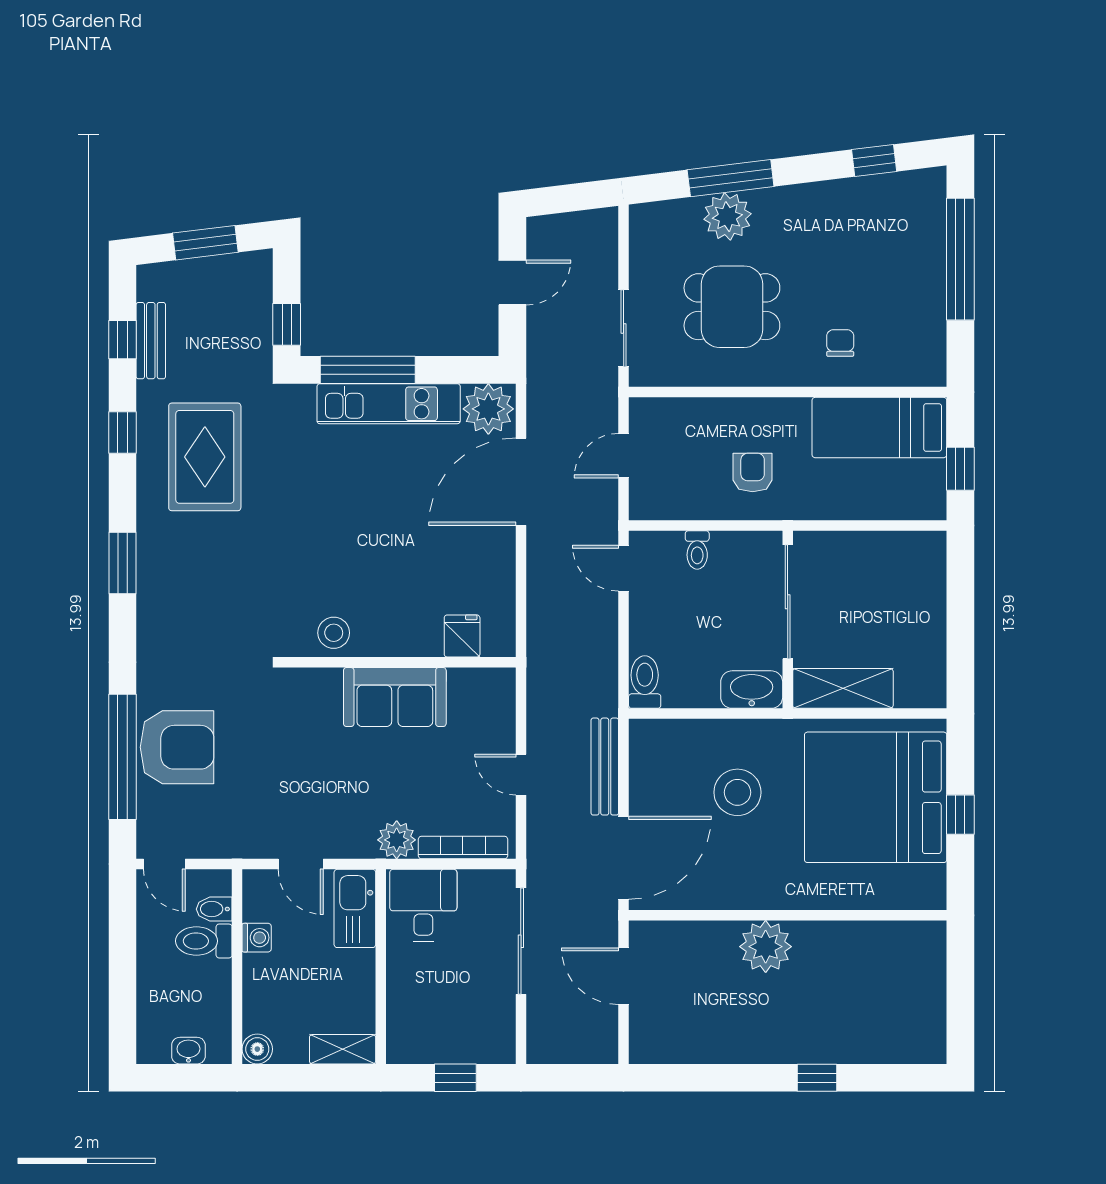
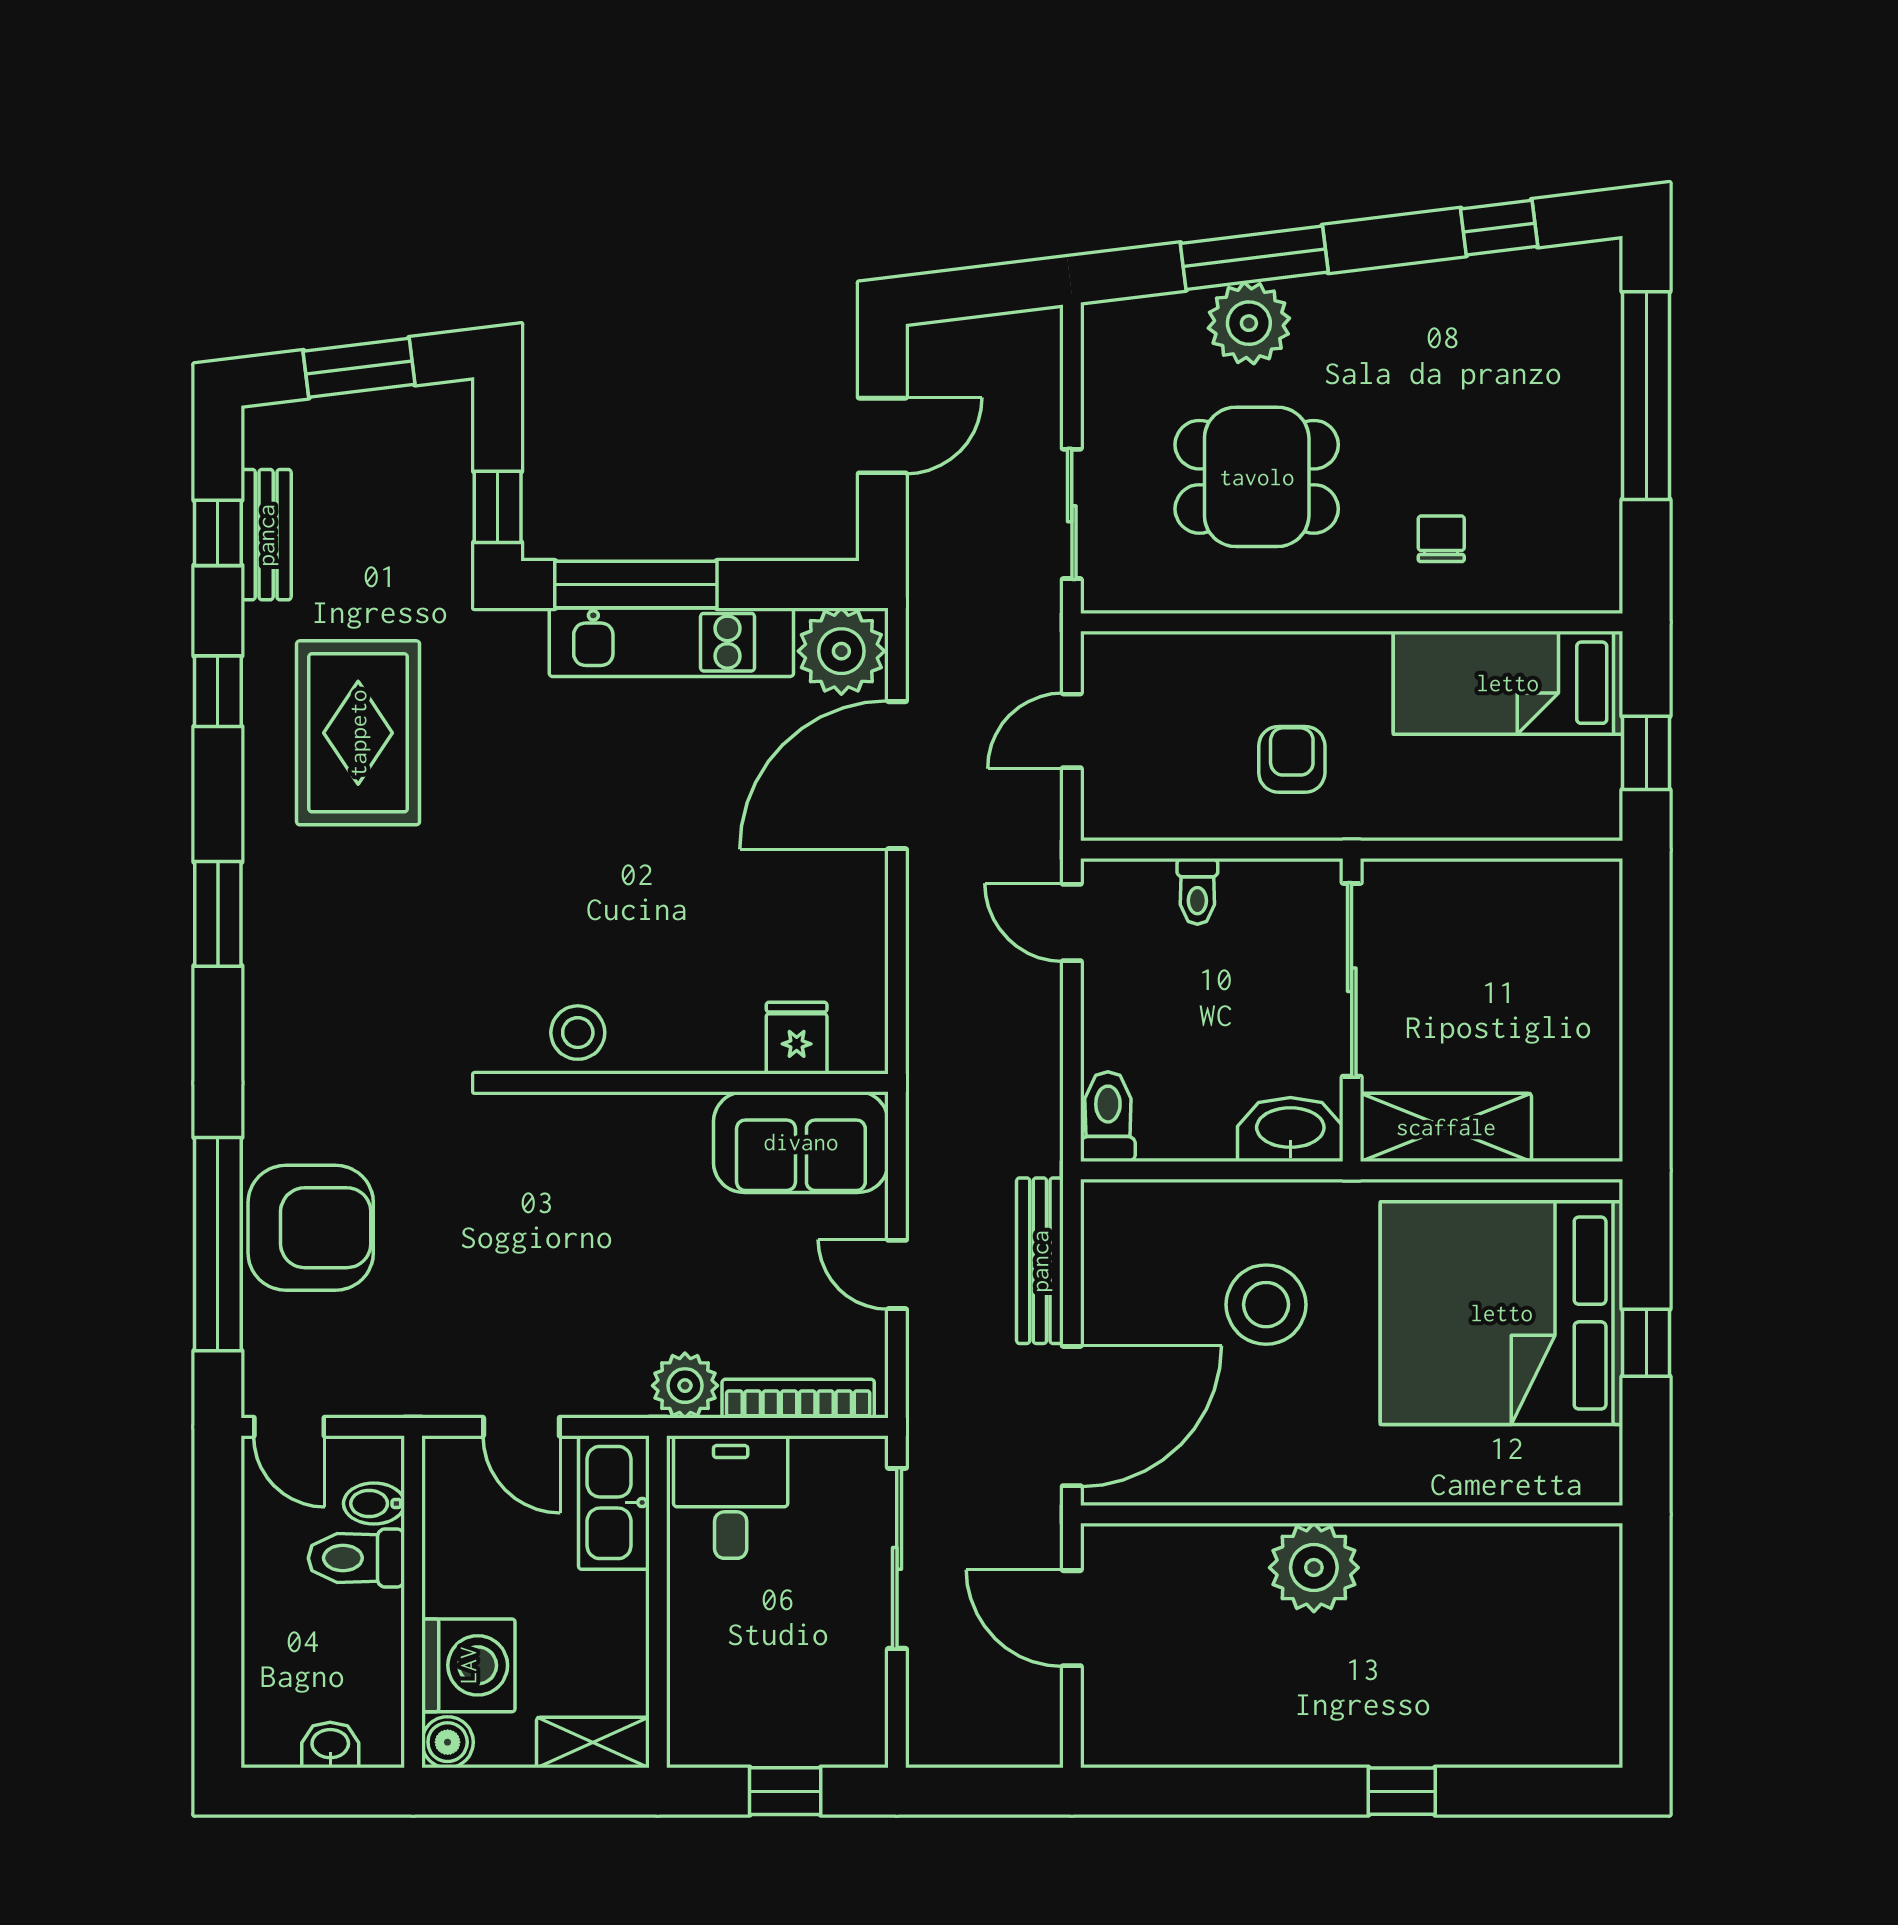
sofa: (395, 697) -> (801, 1142), moved
washing machine: (257, 938) -> (468, 1665), moved, width x1.89, depth x1.89

